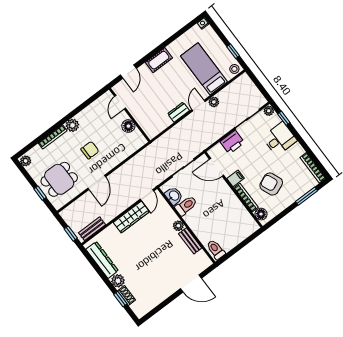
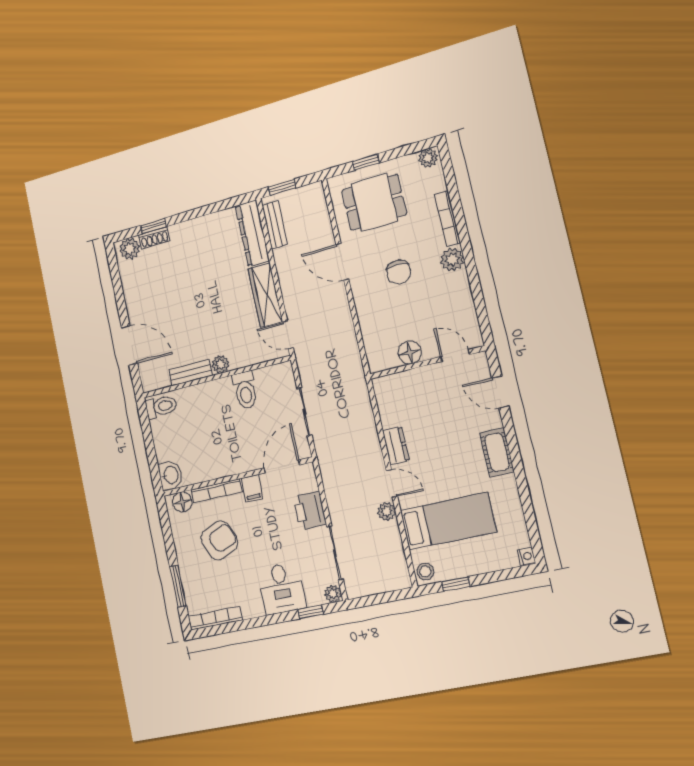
dining table: (59, 179) -> (374, 202), turned 90
washbasin: (174, 196) -> (170, 475), moved, turned -90
dresser: (102, 260) -> (252, 233), moved, turned 90
plant: (118, 281) -> (130, 249), moved
door: (191, 283) -> (129, 345), swing flipped

